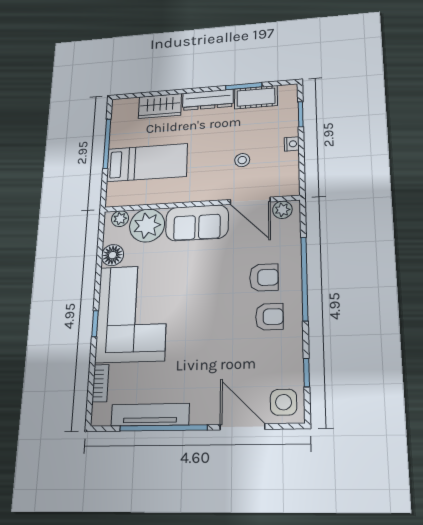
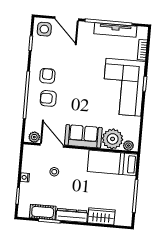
bed: (147, 163) -> (112, 163), moved
floor lamp: (113, 255) -> (134, 123), removed
armchair: (269, 317) -> (47, 76), turned 90

